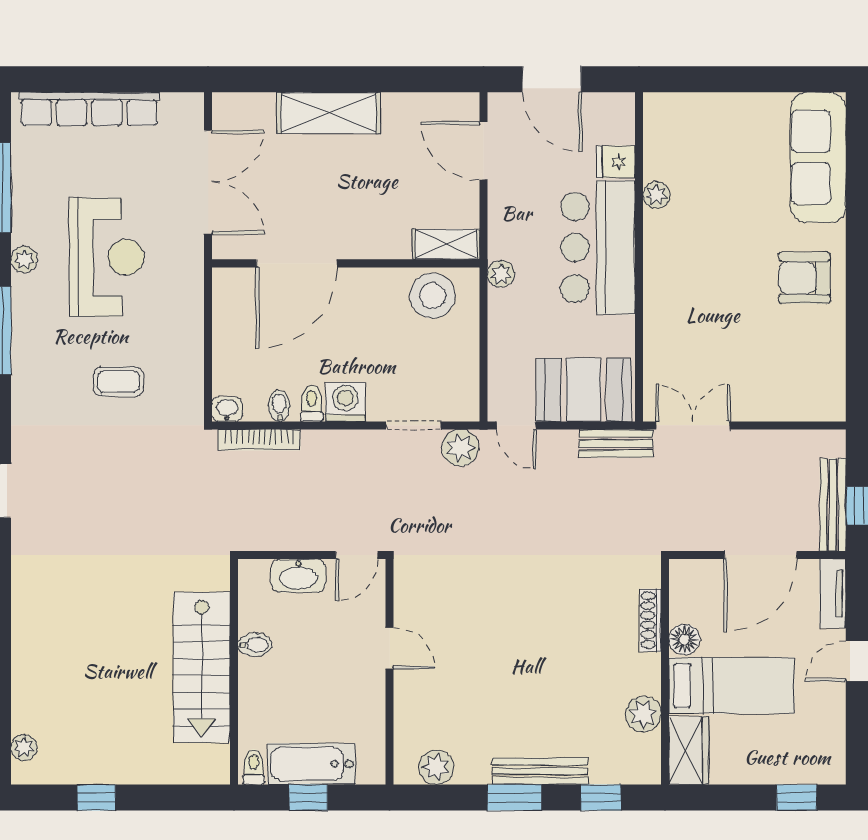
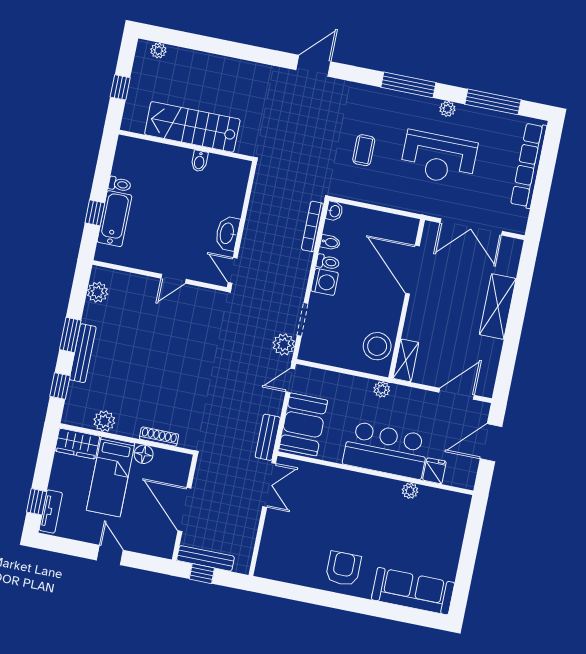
tv unit: (833, 593) -> (51, 512), moved, turned 90
bidet: (255, 645) -> (199, 161), moved
stairs: (202, 667) -> (192, 127), moved
wall: (234, 672) -> (186, 145), moved

